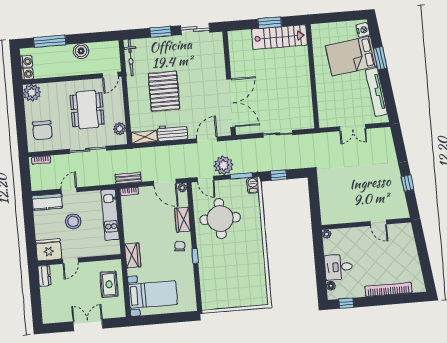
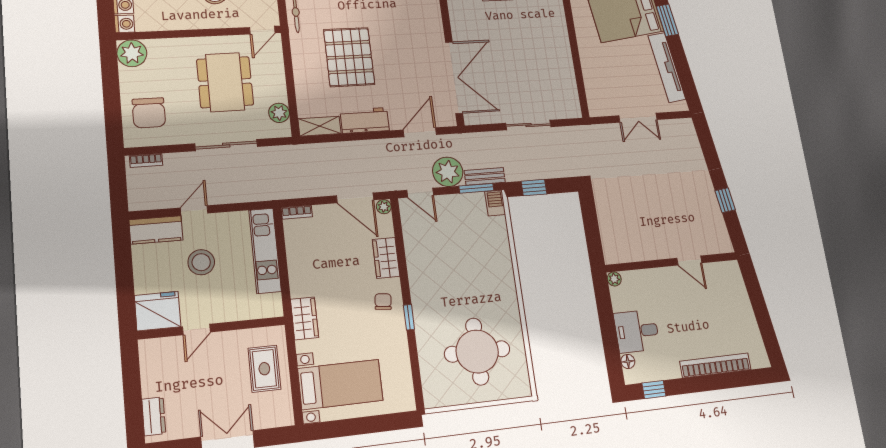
bench: (128, 178) -> (485, 176), moved
round table: (220, 219) -> (477, 351), moved
dresser: (44, 276) -> (154, 416), moved

